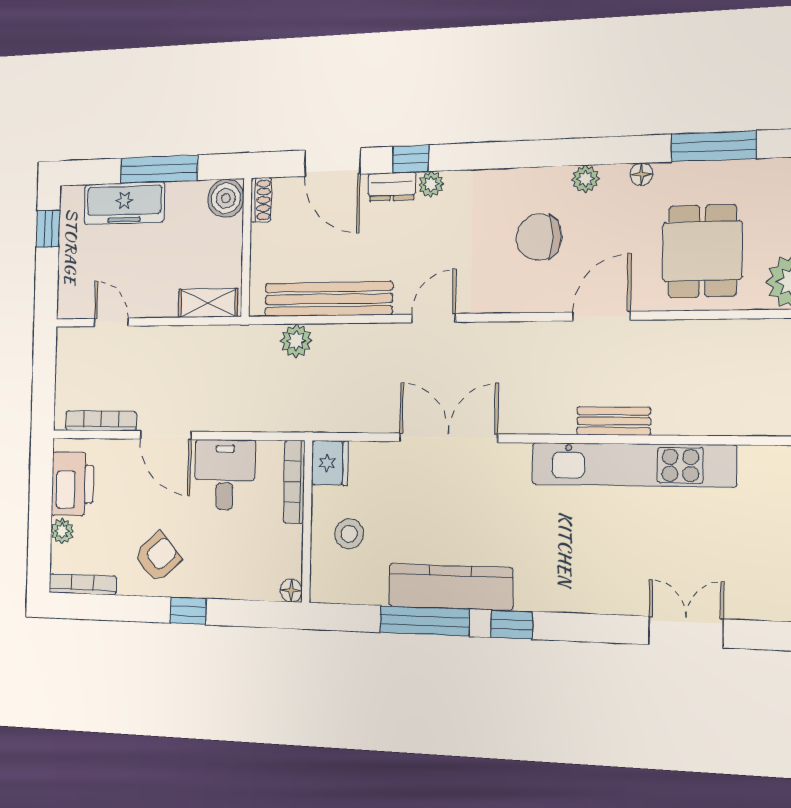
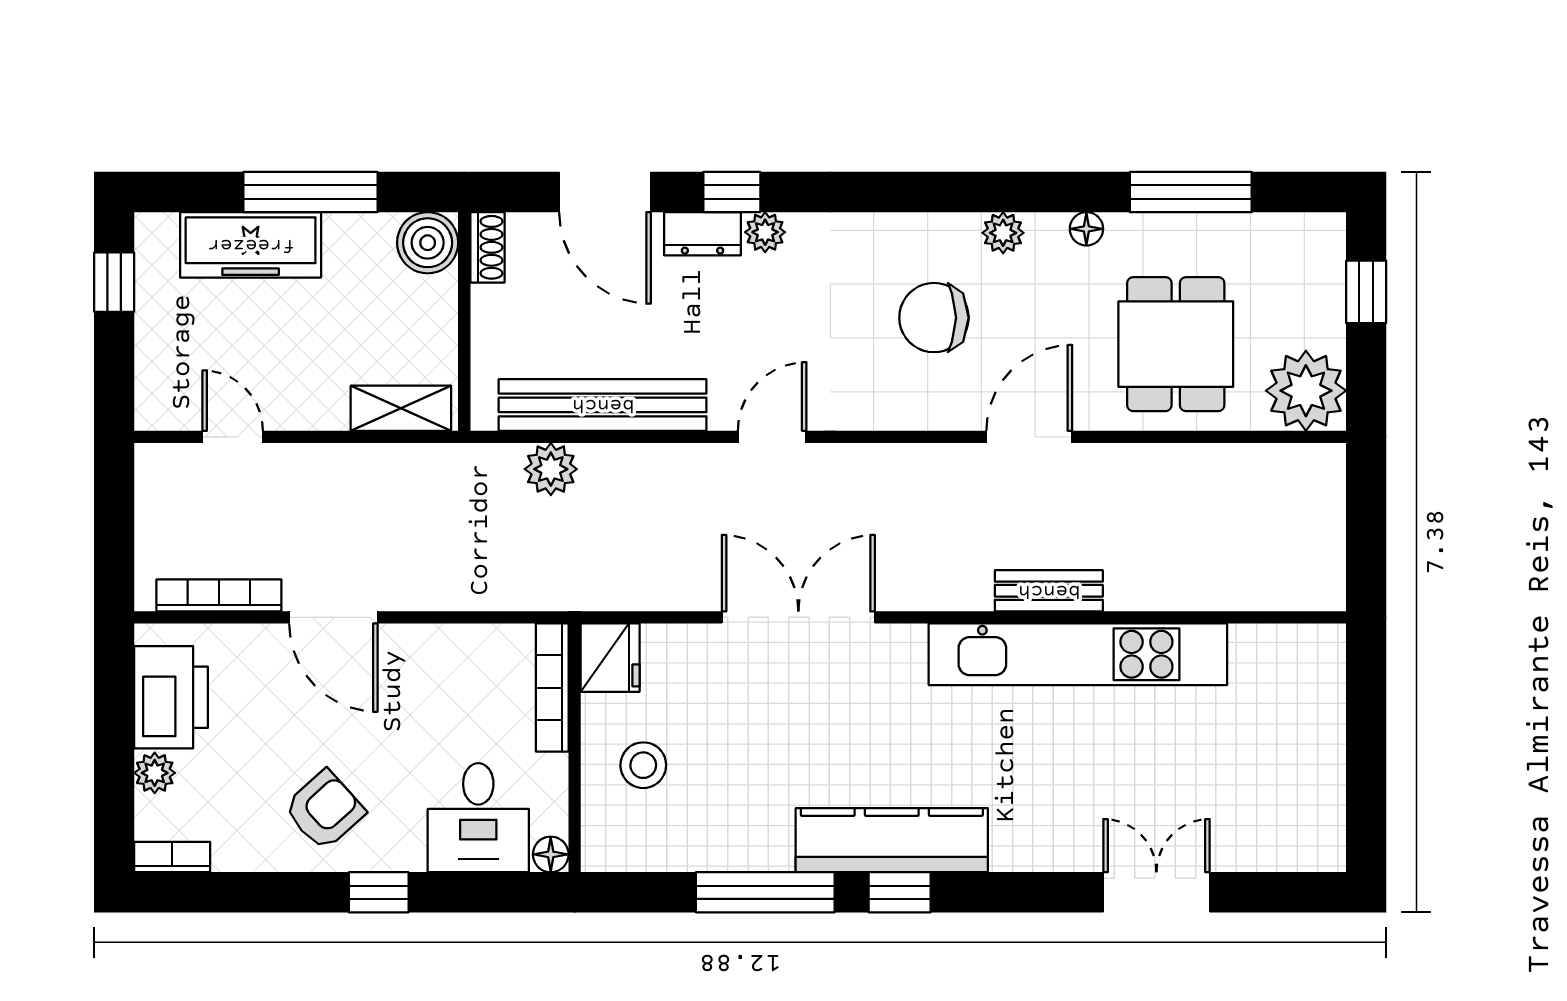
desk: (225, 475) -> (478, 818), moved, turned 180
bookcase: (83, 584) -> (172, 857), width x0.64
kitchen counter: (450, 587) -> (892, 840), moved

